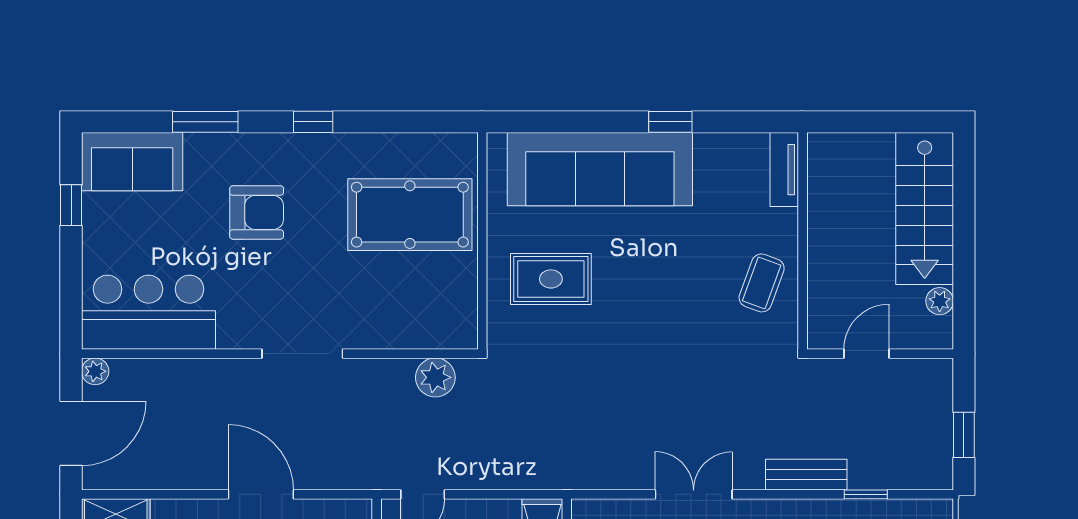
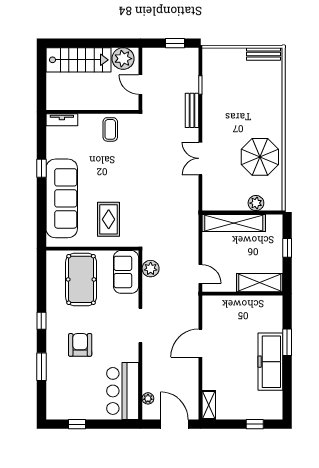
sofa: (132, 162) -> (126, 272), moved, turned 180
coffee table: (762, 283) -> (110, 129), turned 70
plant: (940, 301) -> (123, 59), width x1.87, depth x1.87
plant: (95, 371) -> (148, 398), moved

